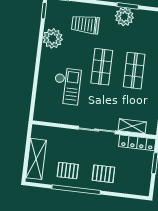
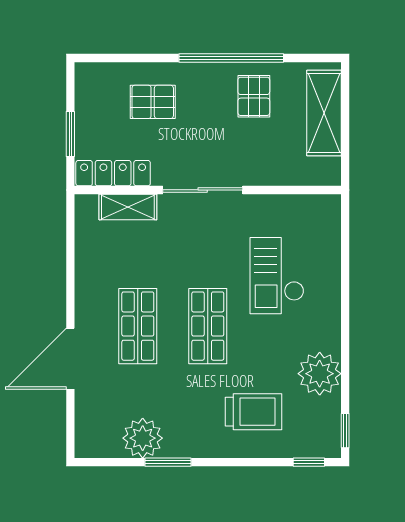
plant: (124, 17) -> (143, 438), moved
pallet: (68, 171) -> (254, 96), turned 90
pallet: (103, 174) -> (153, 102), moved

